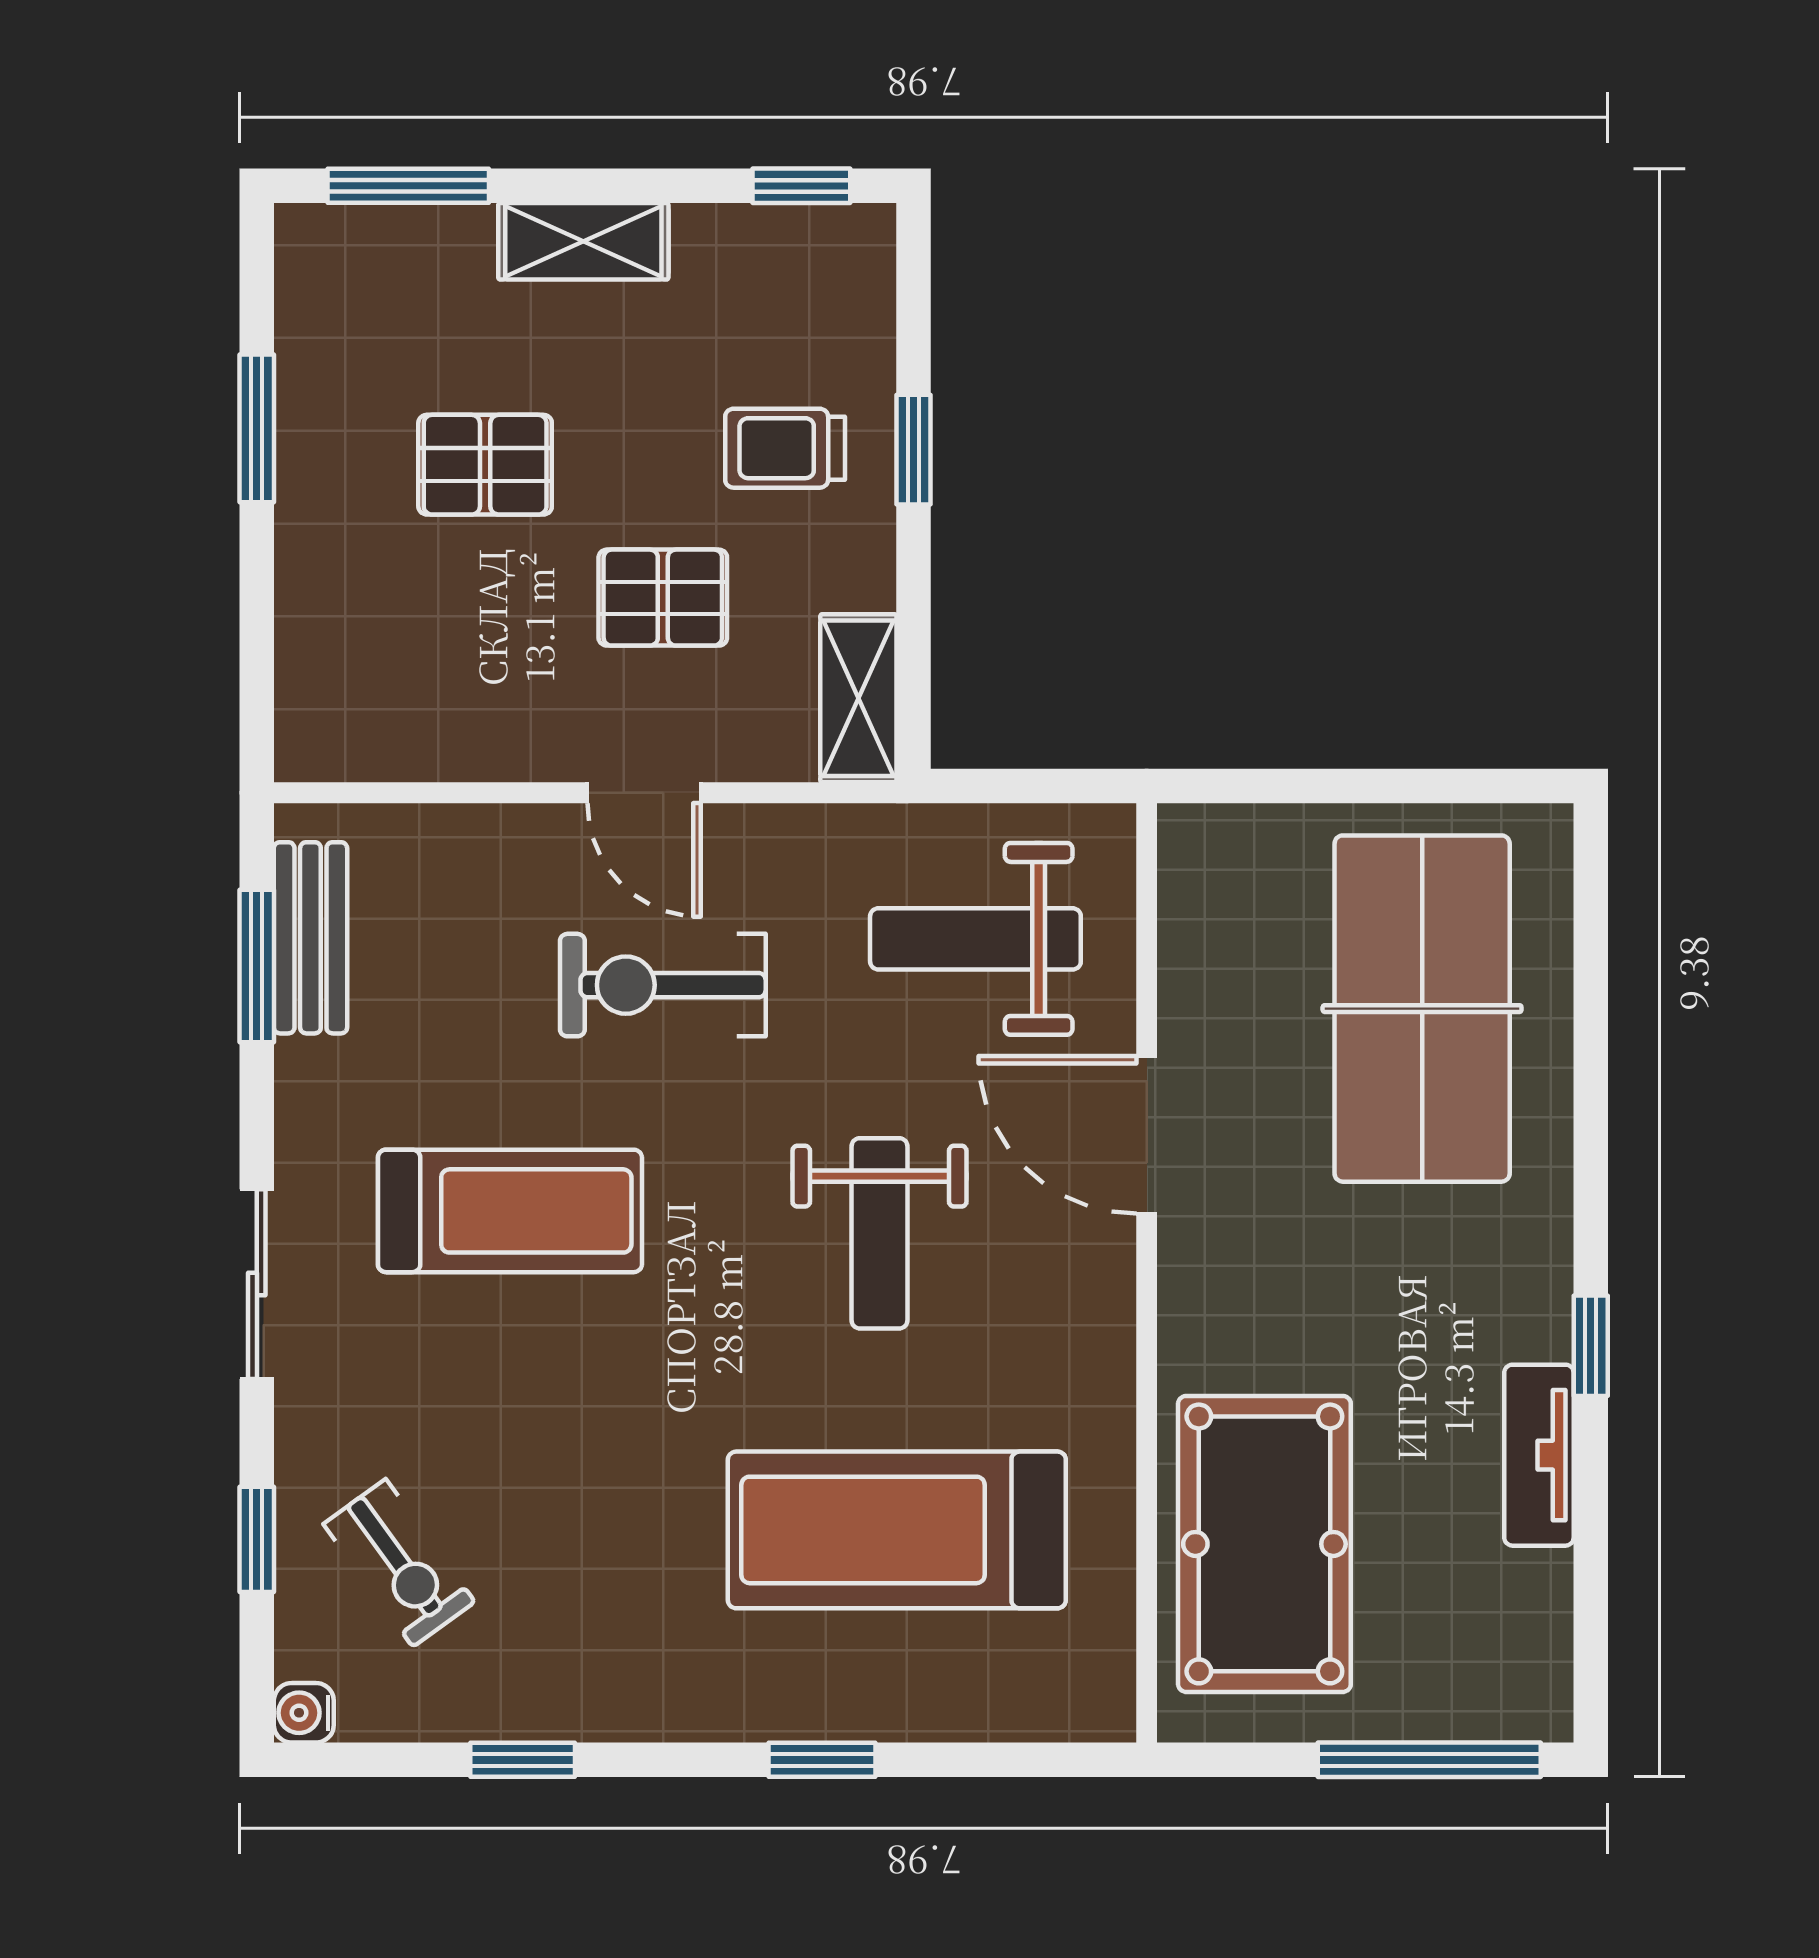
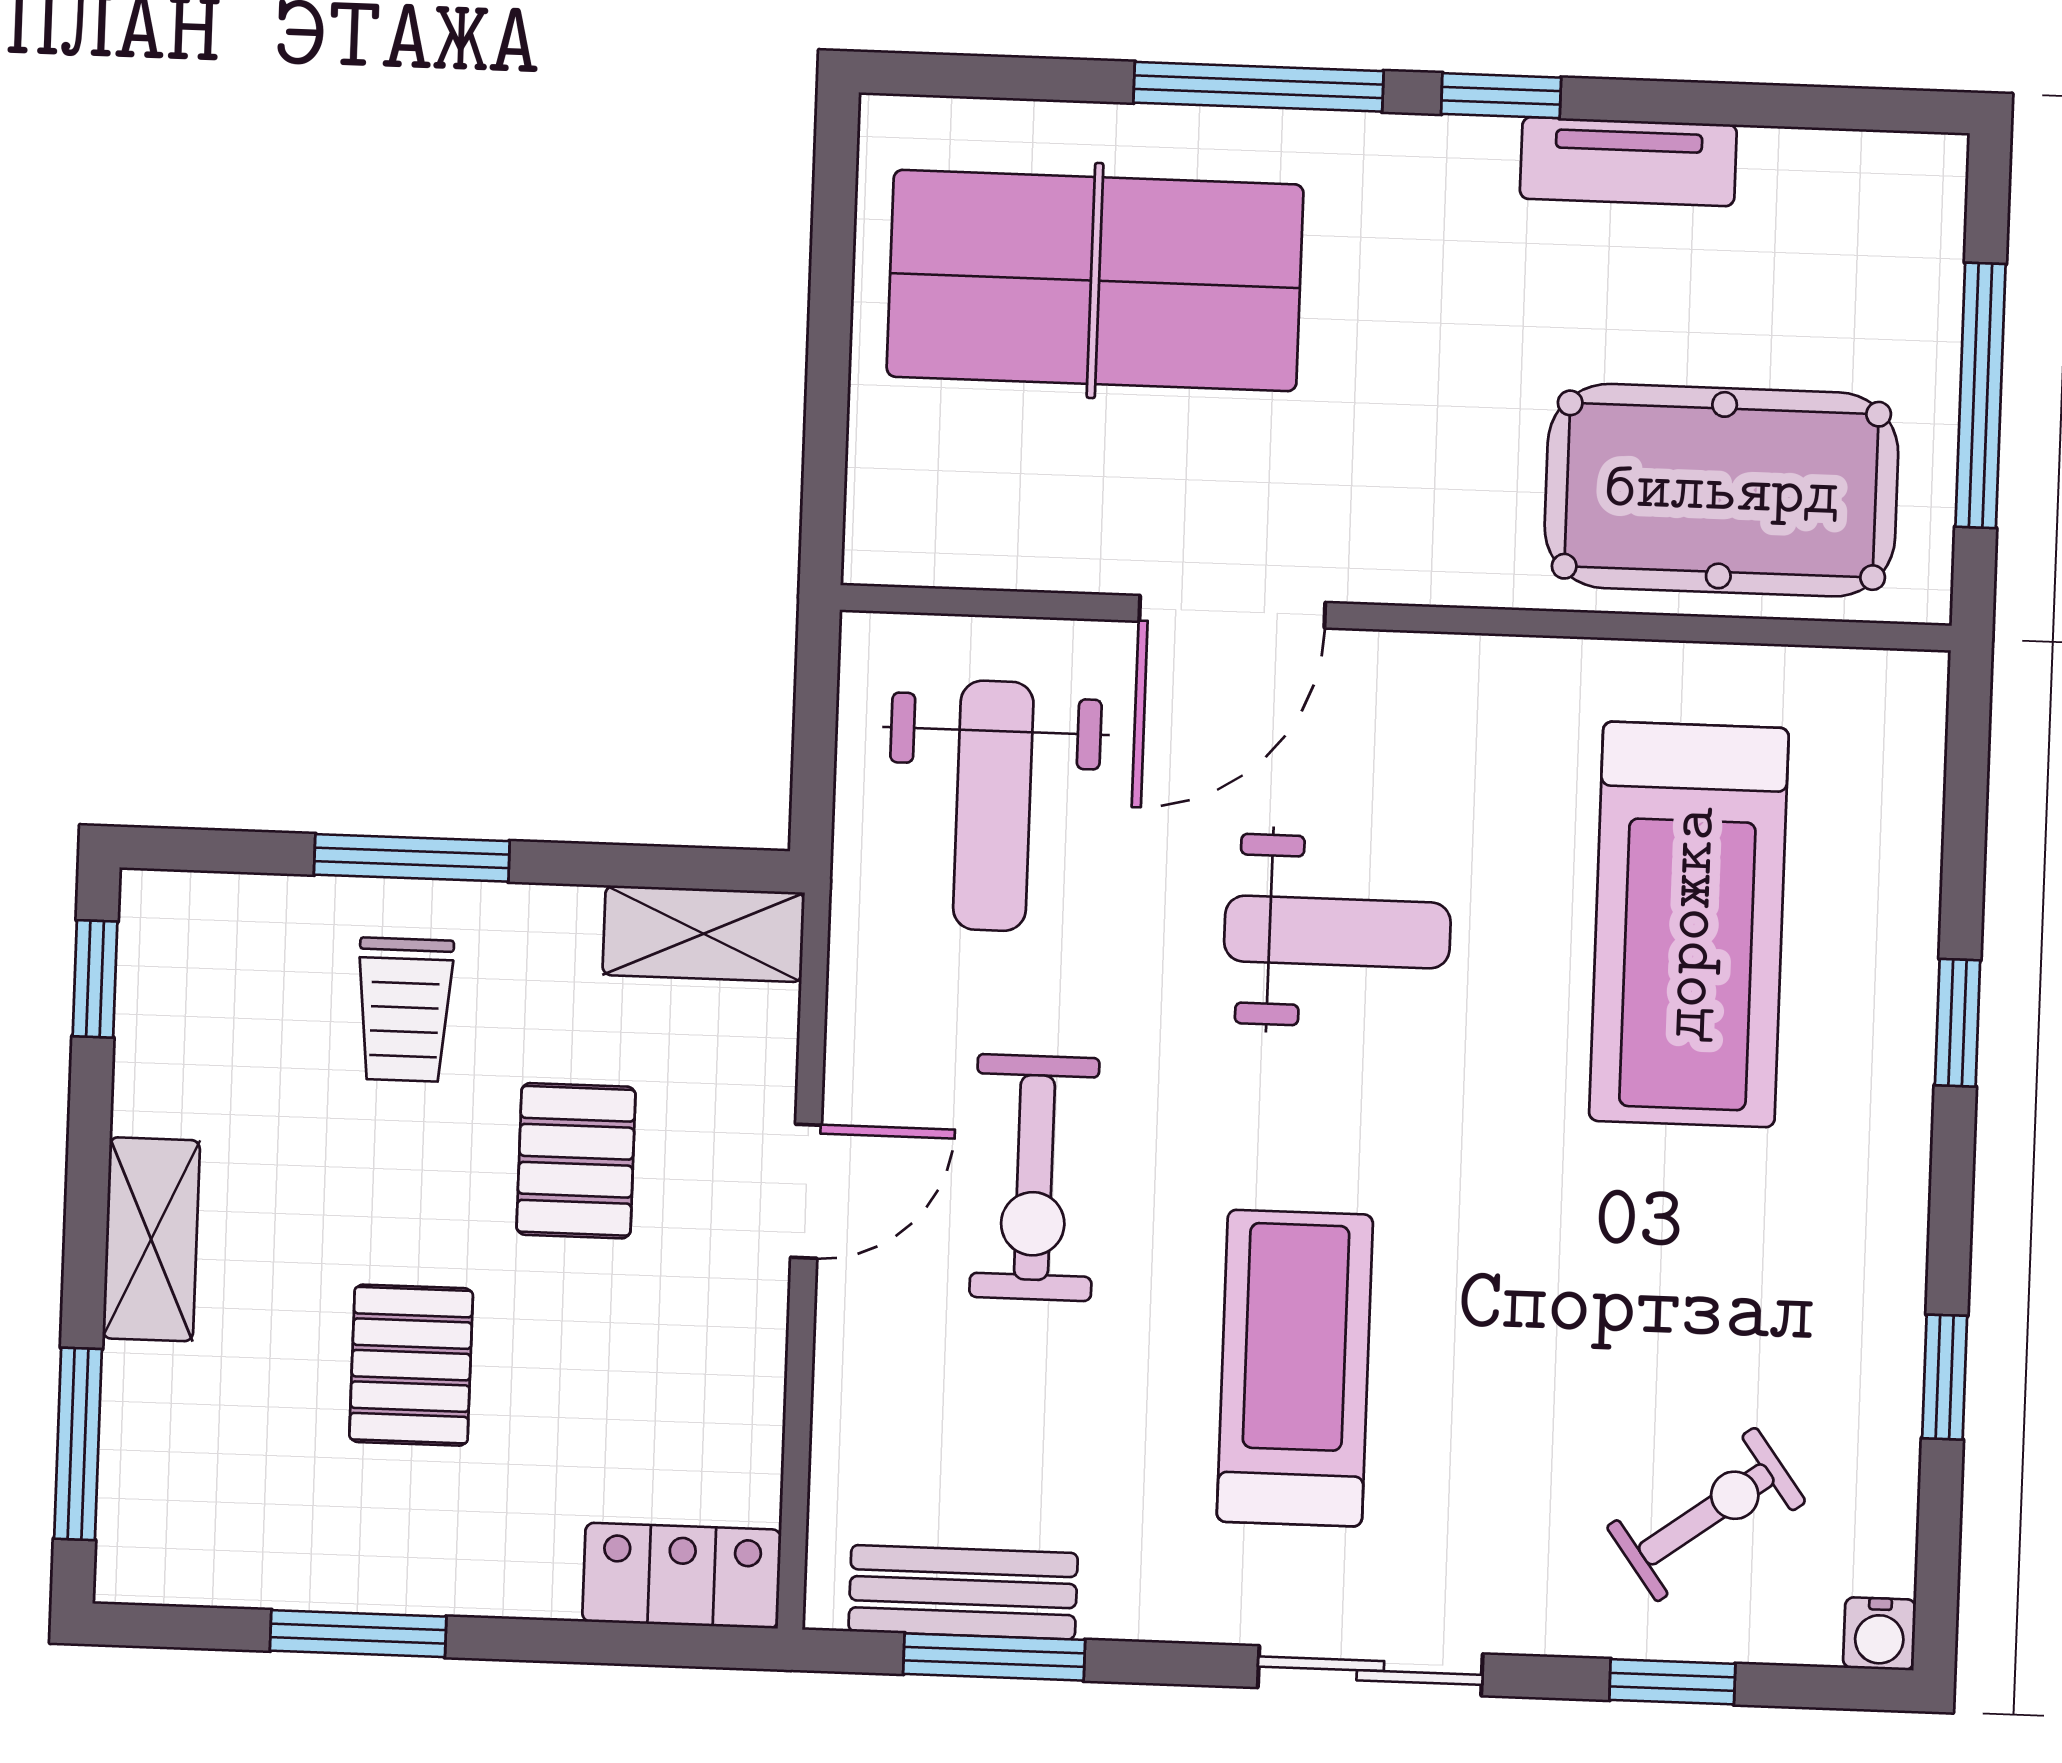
window: (913, 450) -> (412, 858), width x1.50
locker: (316, 700) -> (682, 1576), added
window: (1591, 1141) -> (1259, 87), added
window: (1429, 1760) -> (1981, 395), moved

